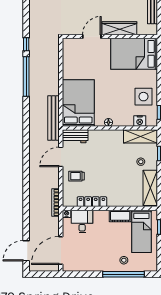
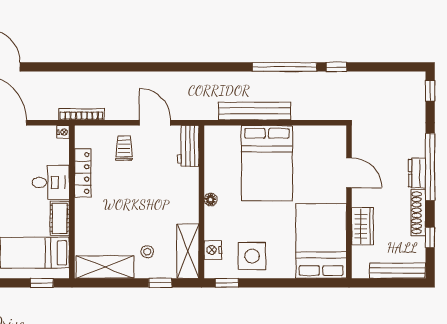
wardrobe: (119, 28) -> (362, 226), width x0.67
bed: (78, 103) -> (267, 163), moved, turned 90
bench: (54, 118) -> (255, 111), moved
desk: (82, 222) -> (51, 182), moved

